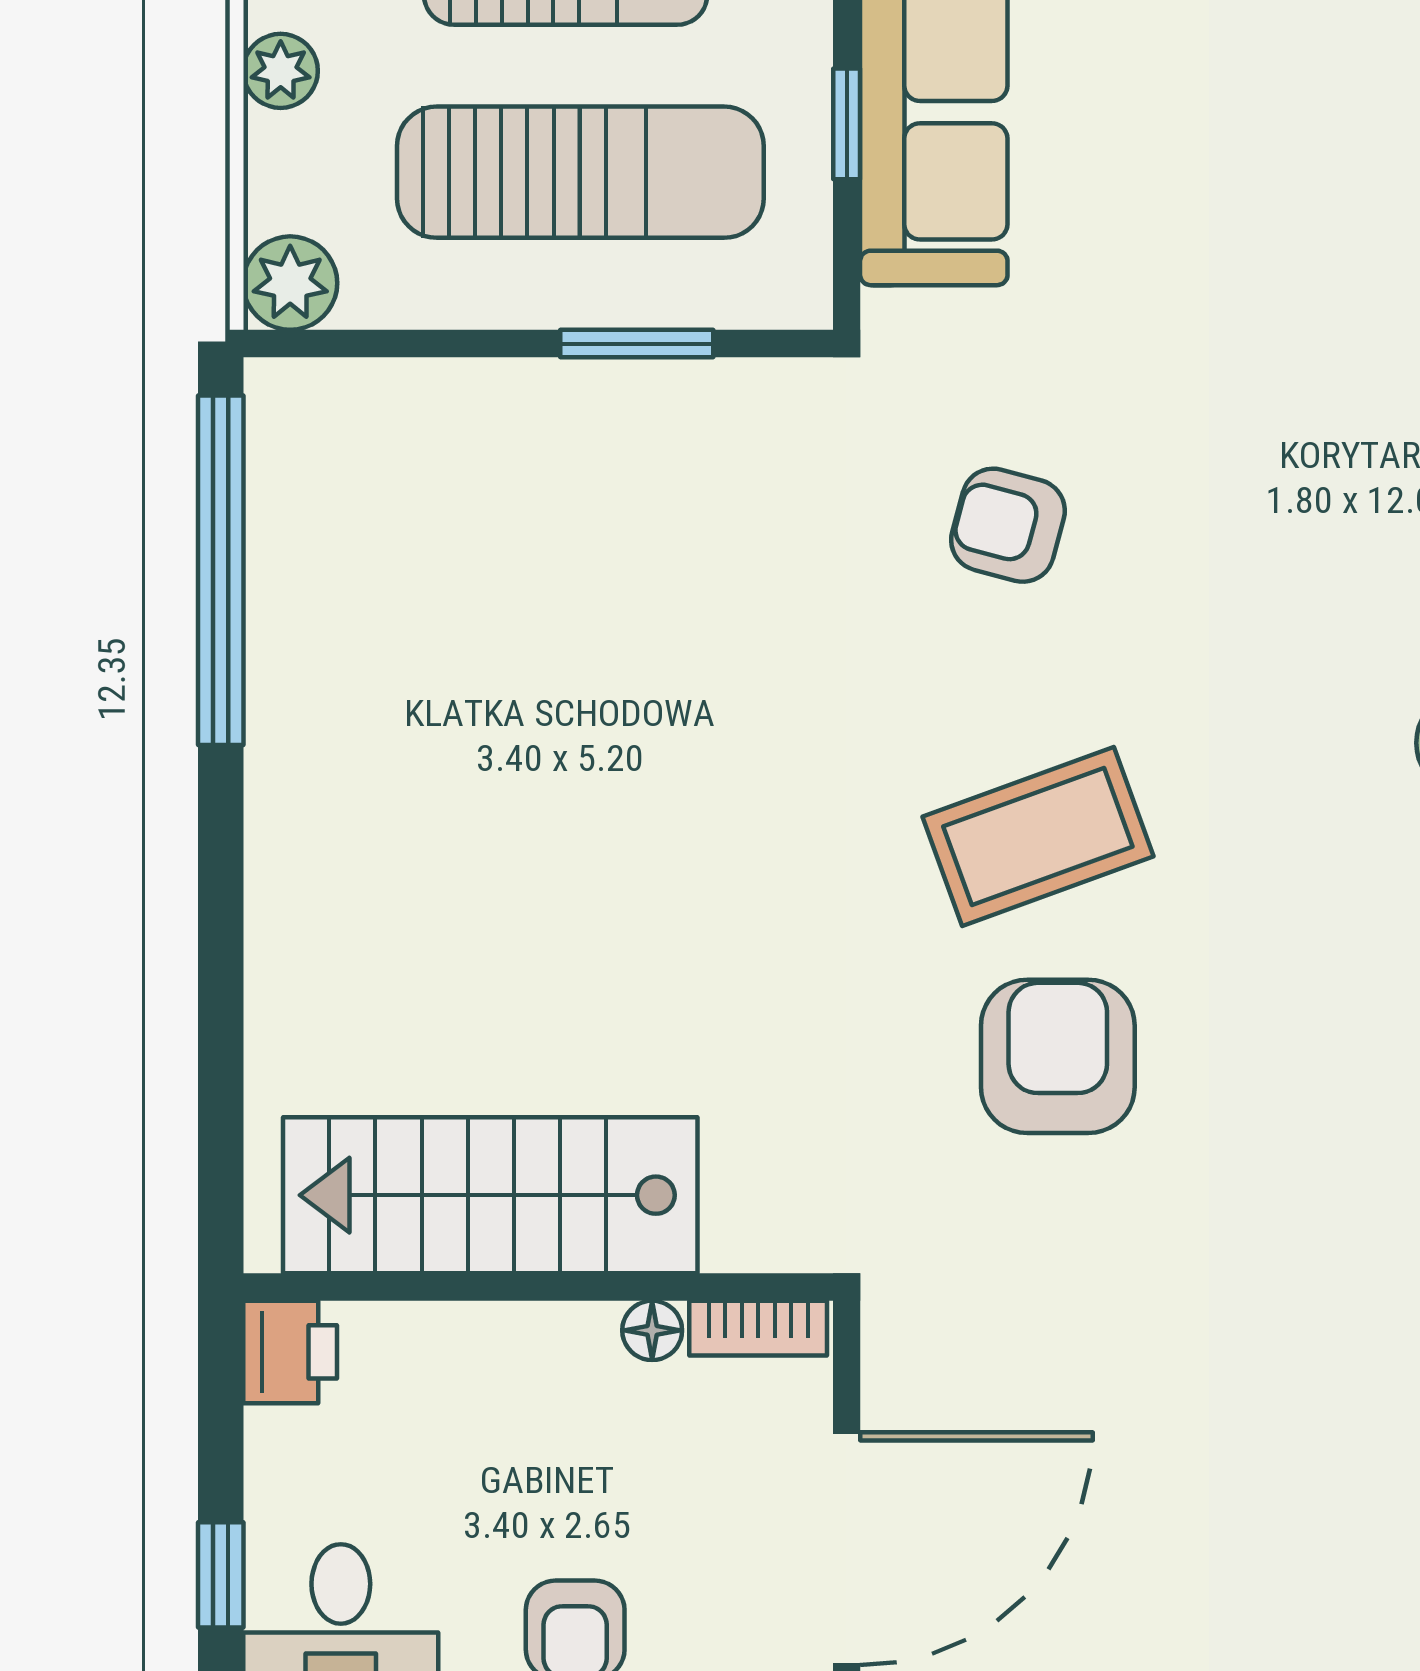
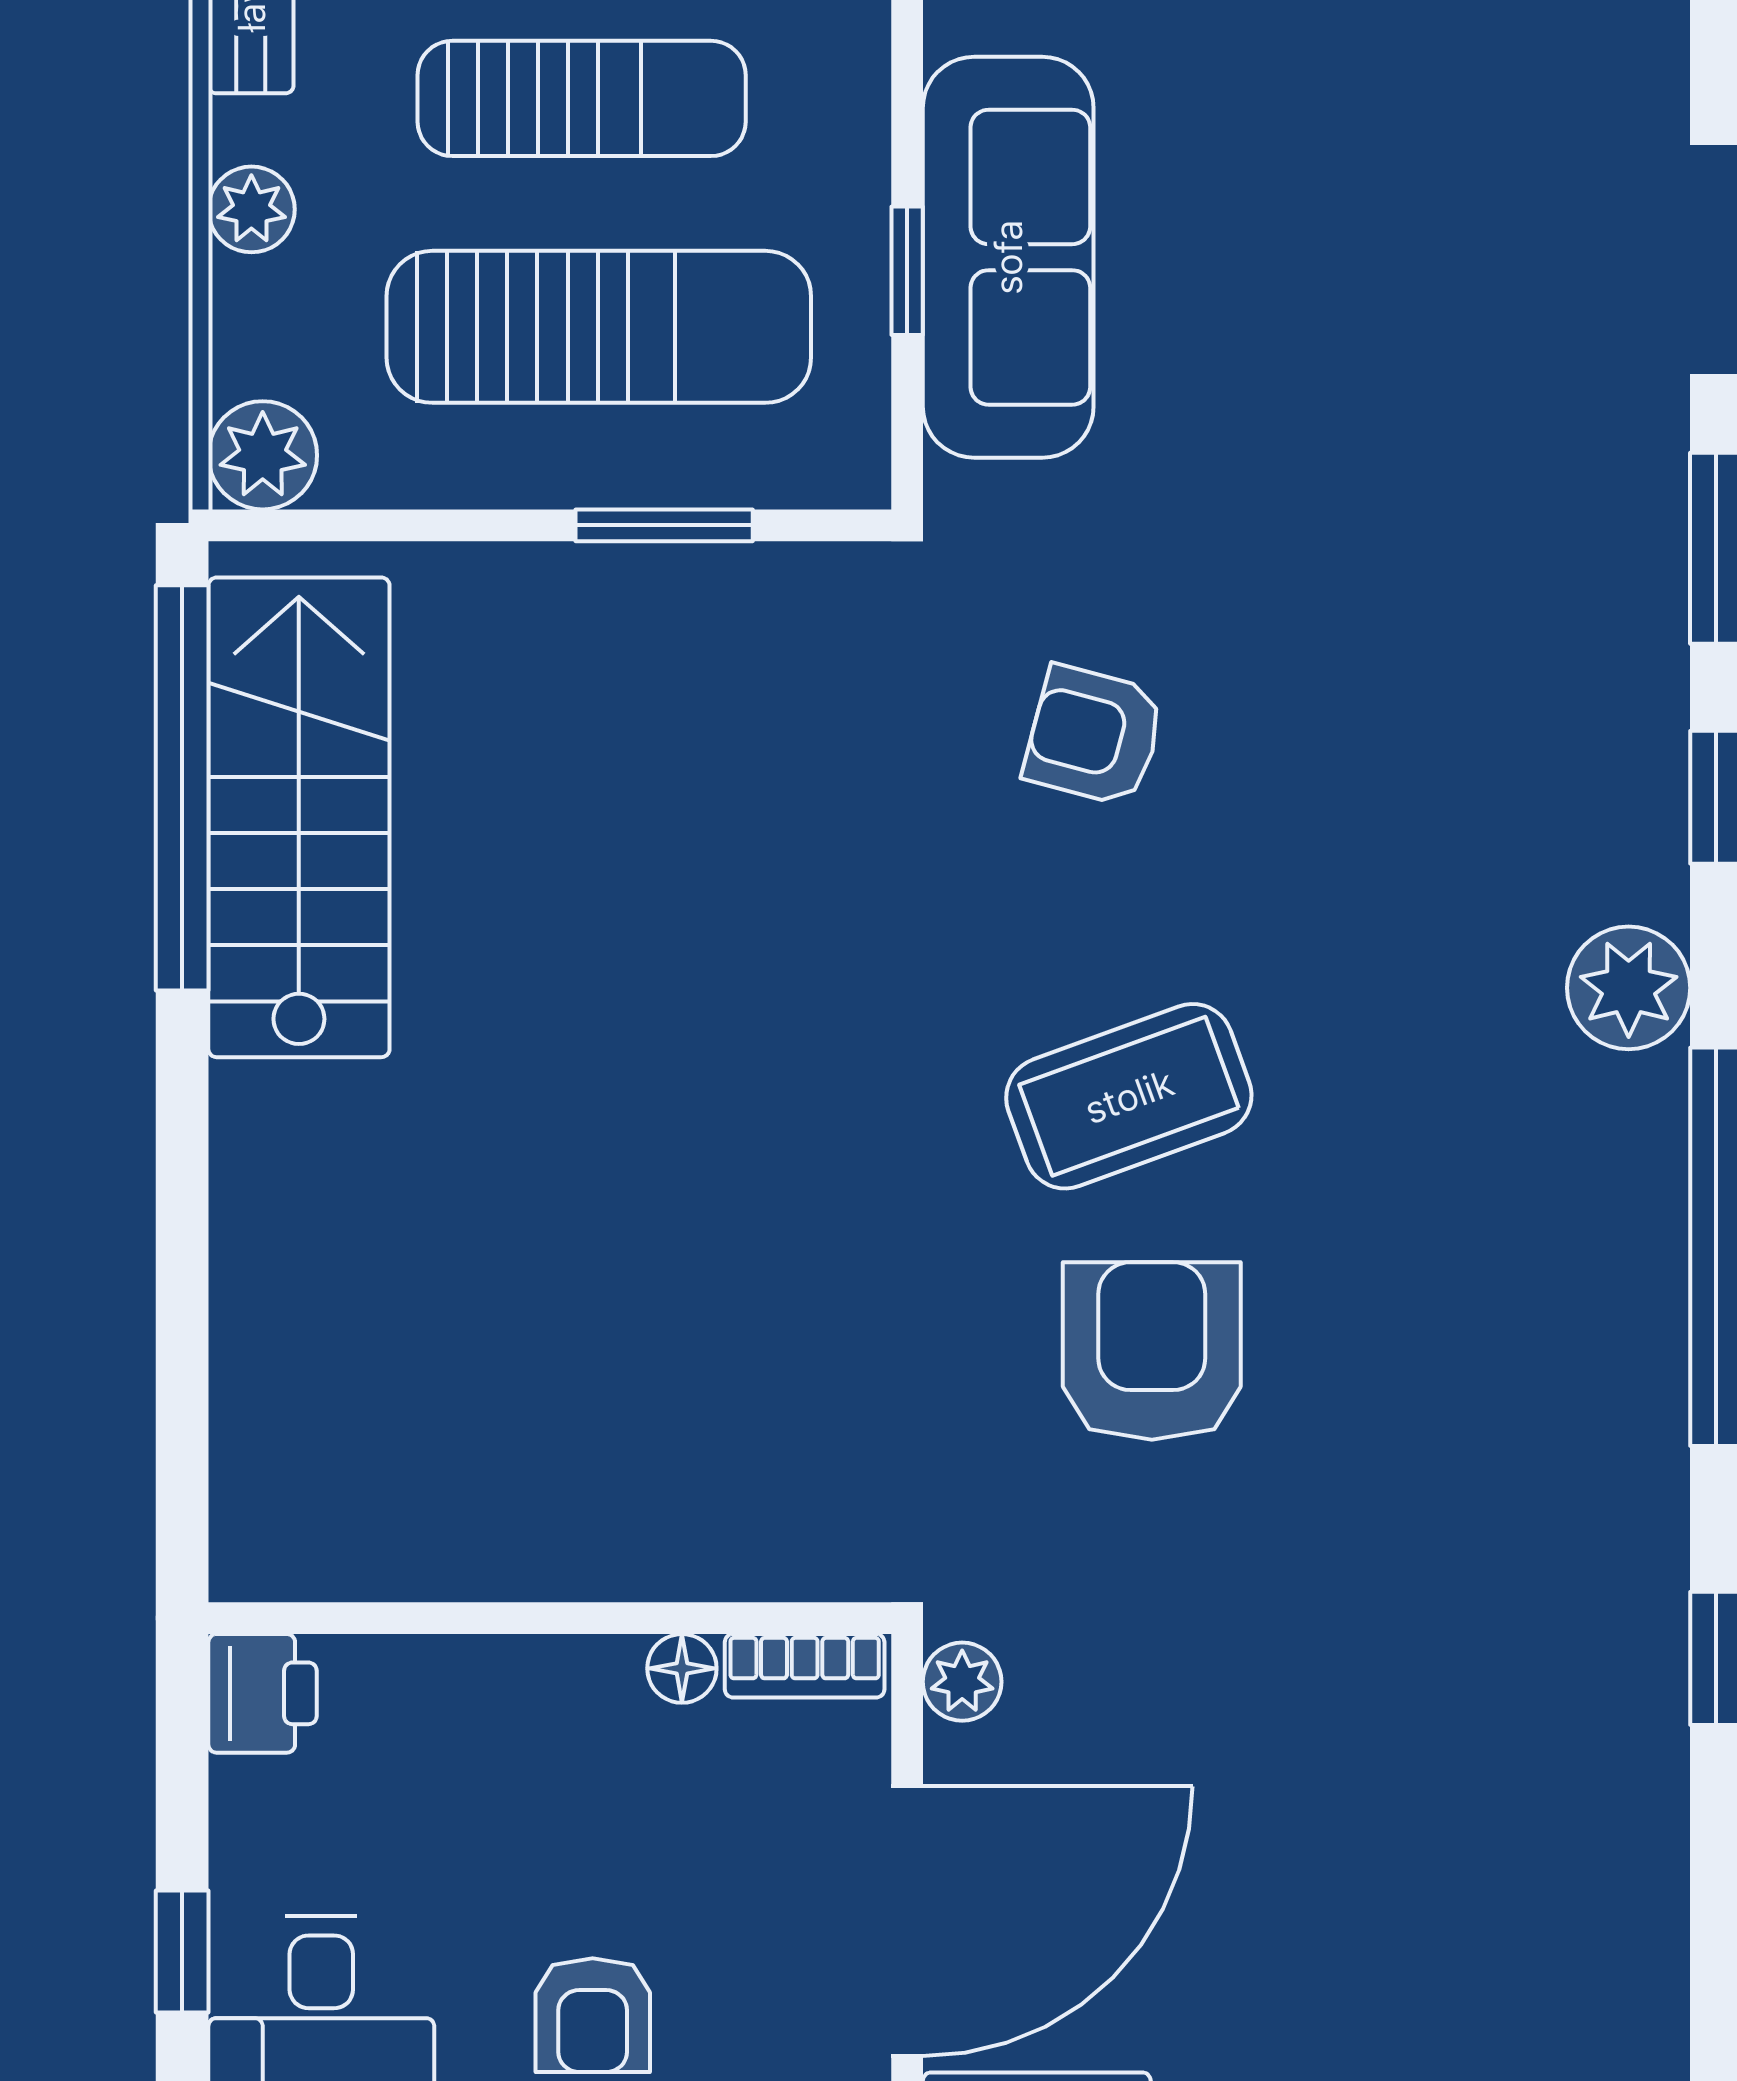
stairs: (490, 1195) -> (299, 817), moved, turned 90
plant: (894, 1342) -> (962, 1682), added

